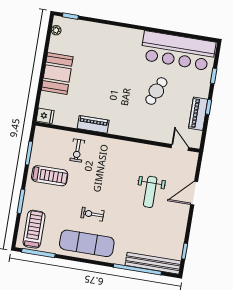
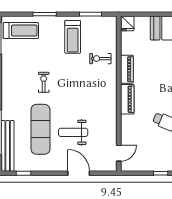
piano: (198, 114) -> (127, 99), moved, turned 90
exercise mat: (87, 243) -> (40, 129), moved

